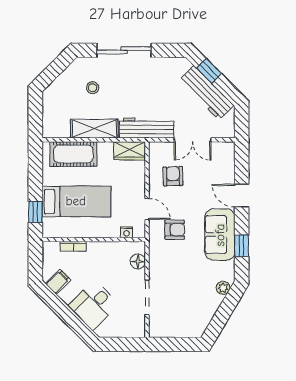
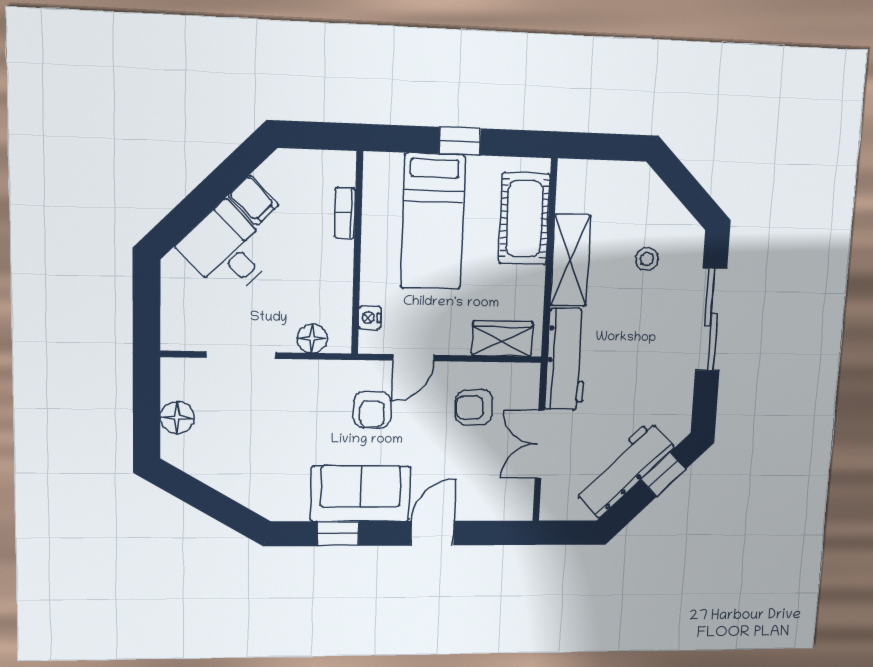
wardrobe: (129, 151) -> (502, 339), moved, turned 90
armchair: (173, 176) -> (474, 407), turned 180
window: (35, 212) -> (460, 141), moved
filing cabinet: (58, 282) -> (253, 200), moved
plant: (223, 288) -> (258, 500), removed
floor lamp: (180, 329) -> (177, 418), added

